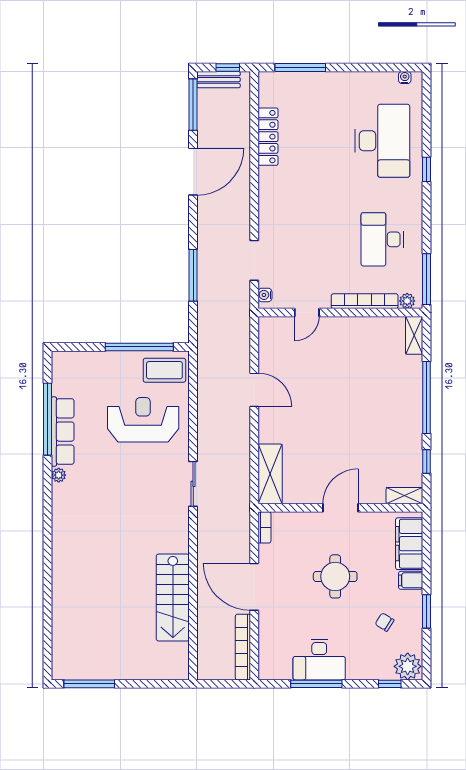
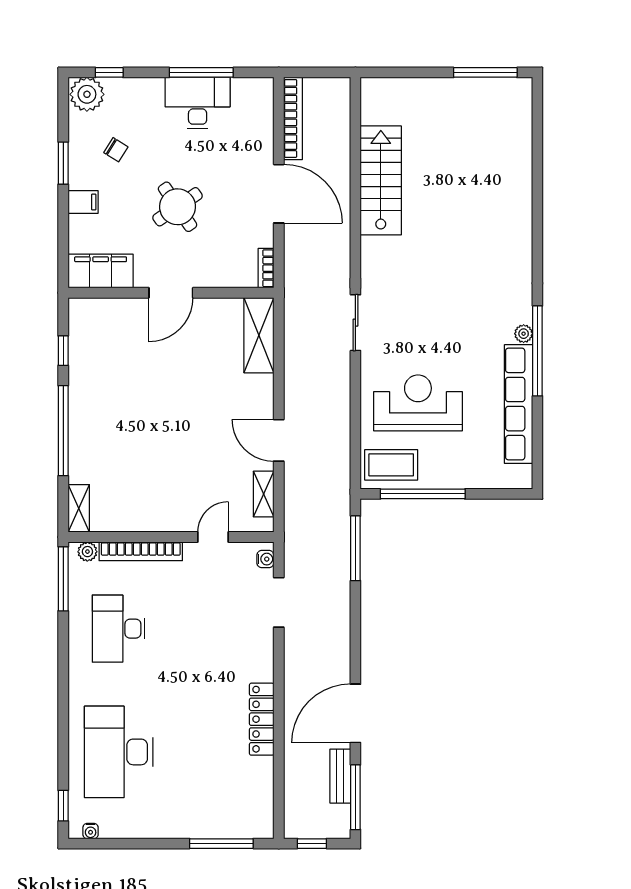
bench: (218, 80) -> (340, 776), moved, turned 90
locker: (268, 137) -> (262, 719), moved
window: (427, 169) -> (63, 806), moved
desk: (382, 239) -> (119, 629), turned 180
window: (193, 275) -> (355, 548), moved
window: (48, 419) -> (537, 351), moved
reception desk: (143, 420) -> (418, 403), turned 180
row of seats: (63, 432) -> (519, 404), width x1.36
shelving: (404, 496) -> (264, 494), moved, turned 90
filing cabinet: (409, 544) -> (101, 271), moved, turned -90
round table: (335, 576) -> (178, 207), turned -34

